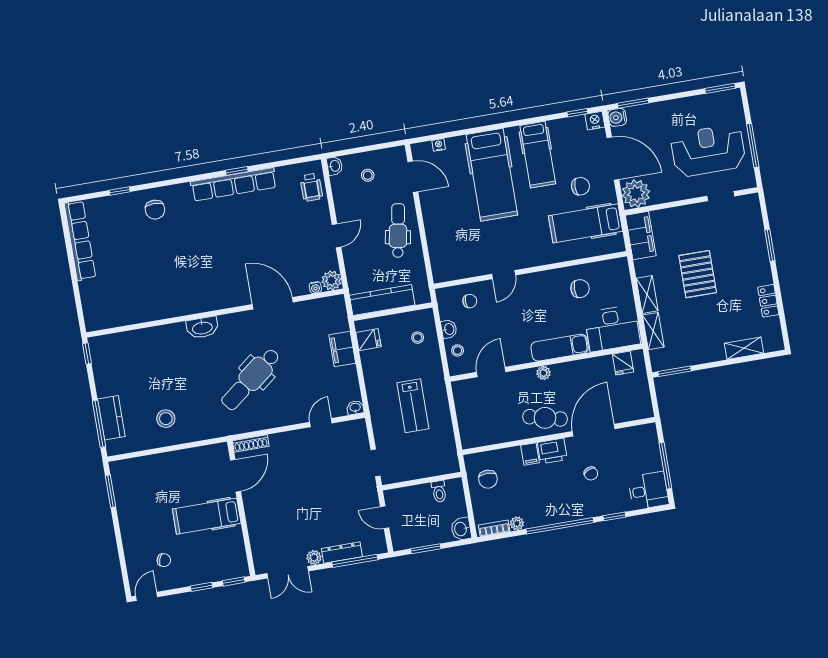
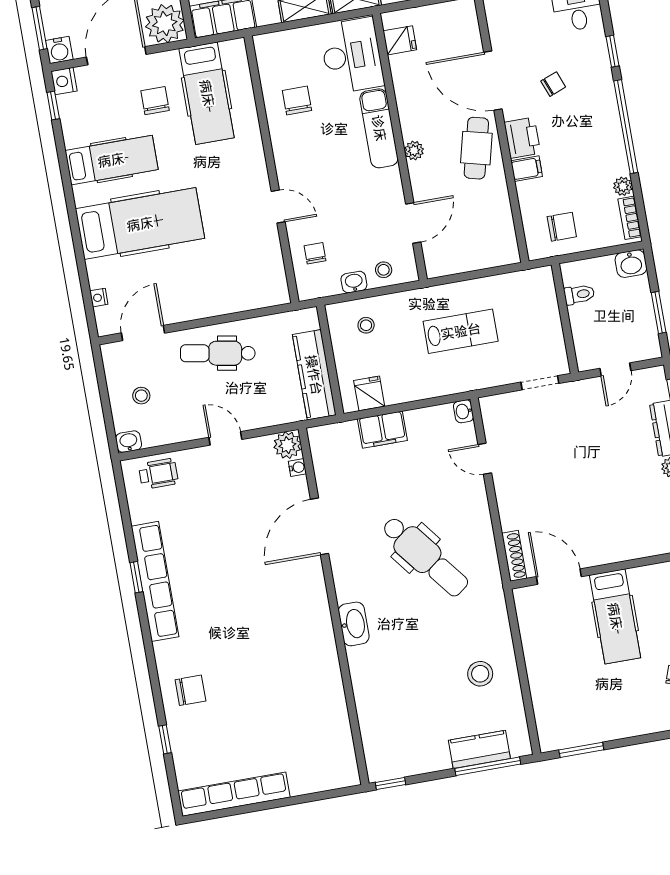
door: (491, 372) -> (413, 223), swing flipped

